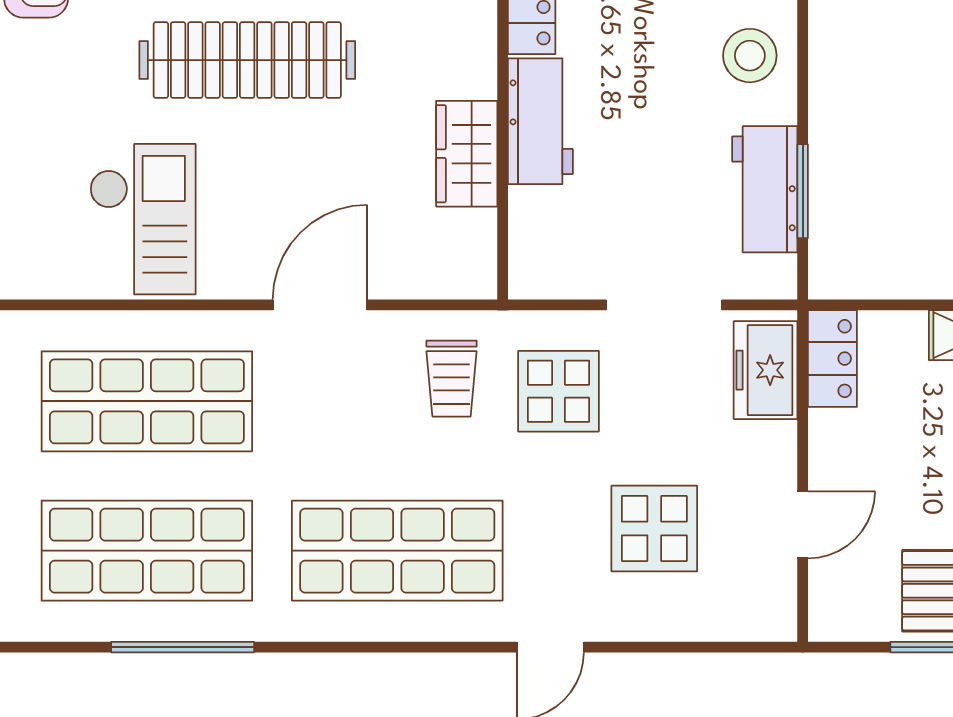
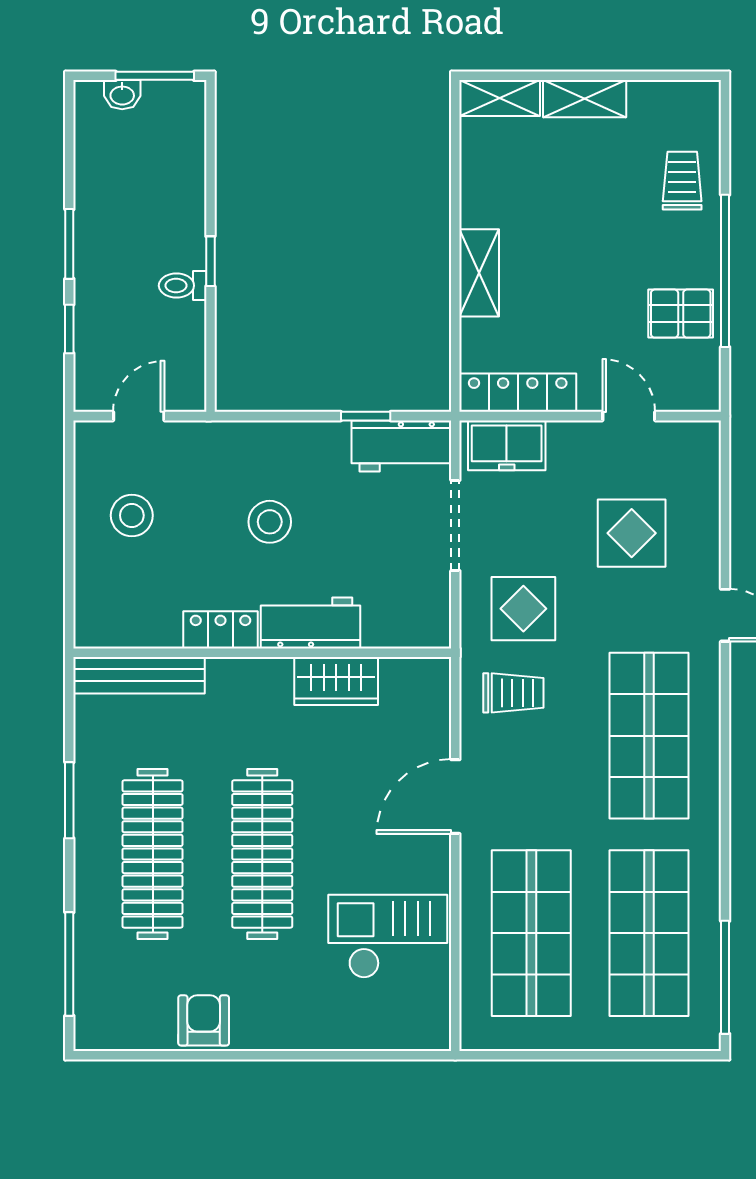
stool: (750, 56) -> (270, 522), moved
workbench: (765, 189) -> (401, 446), moved
window: (803, 191) -> (366, 416), width x0.67
door: (320, 305) -> (455, 797), hinge flipped
locker: (832, 359) -> (518, 393), width x1.53
window: (183, 647) -> (725, 977), moved

